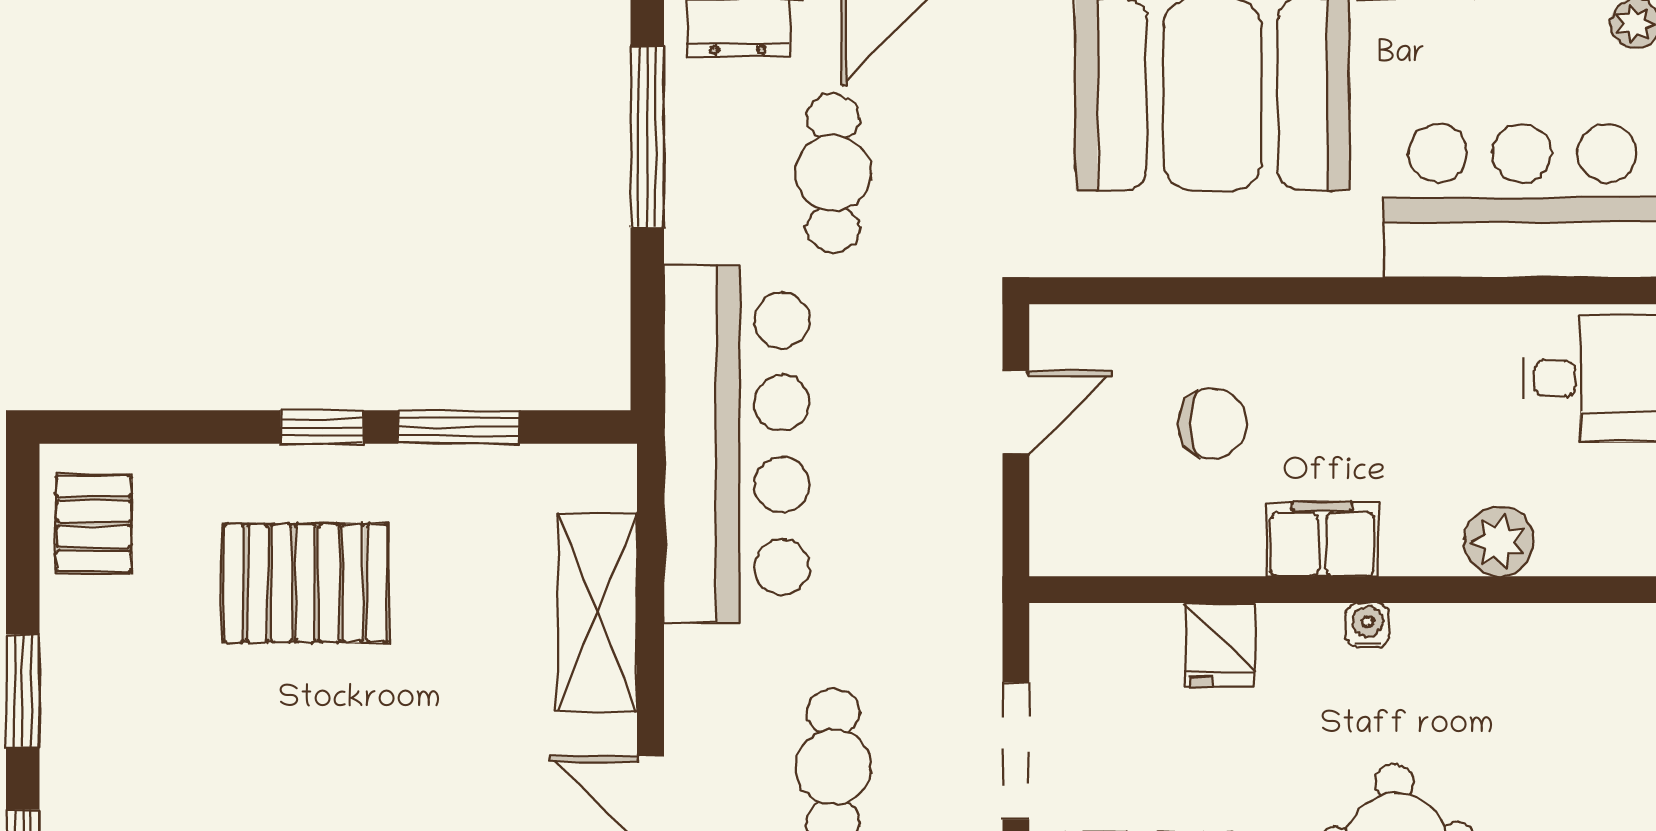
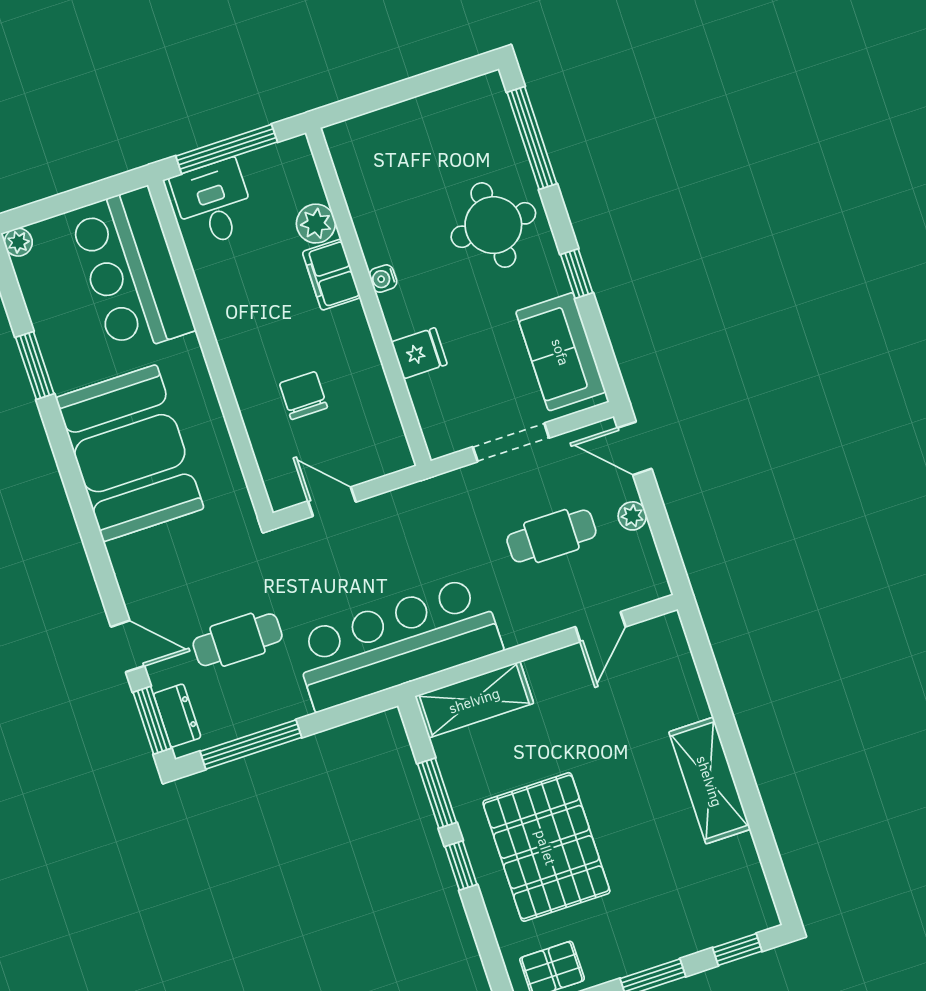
filing cabinet: (1322, 539) -> (331, 275), moved
pallet: (305, 583) -> (546, 847), width x1.37, depth x1.41
shelving: (597, 612) -> (474, 700), moved

